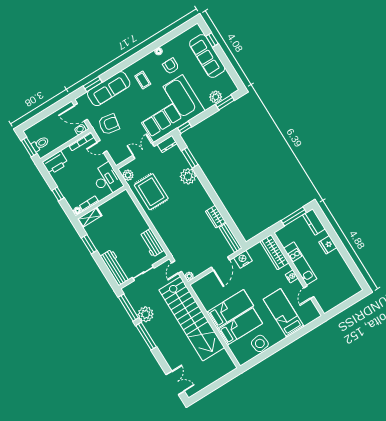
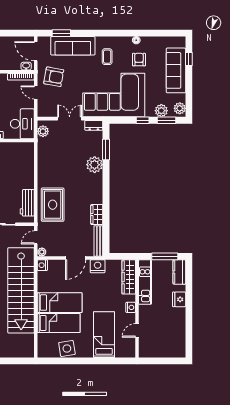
plant: (230, 86) -> (180, 108), added
window: (185, 127) -> (143, 120), moved
rug: (151, 192) -> (53, 205), moved
kitchen unit: (300, 264) -> (145, 282), moved
nightstand: (197, 287) -> (42, 265), added

